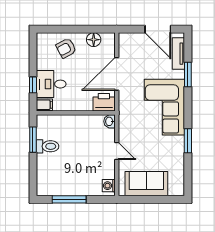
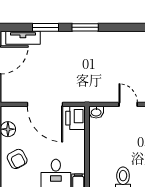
corner sofa: (164, 107) -> (81, 53), removed
window: (188, 141) -> (85, 27), moved
door: (117, 151) -> (128, 104), hinge flipped

